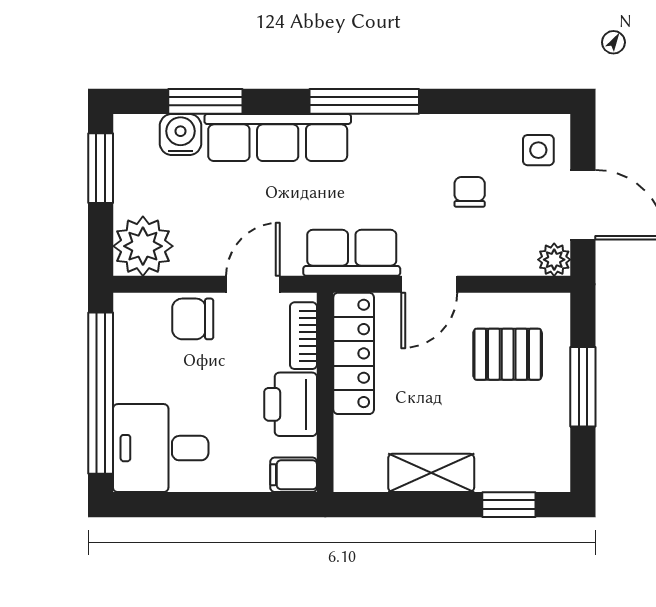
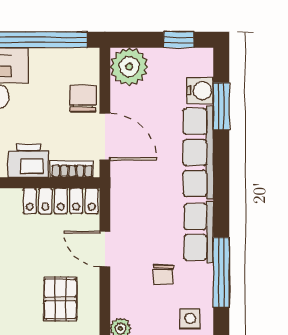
window: (364, 101) -> (221, 272), moved
window: (101, 168) -> (179, 40), width x0.67
chair: (470, 192) -> (164, 275), turned 90
row of seats: (352, 253) -> (199, 232), moved, turned 180
door: (253, 284) -> (105, 137), width x1.38

